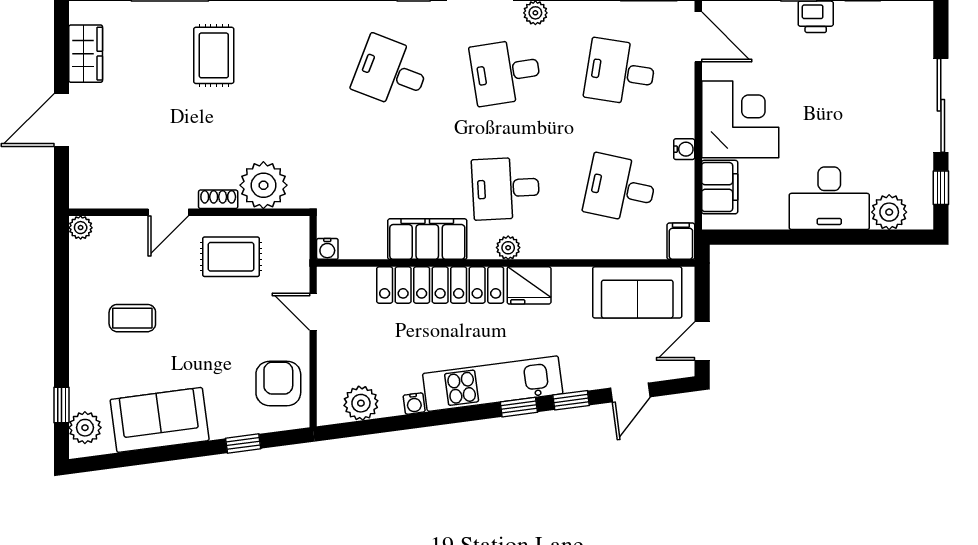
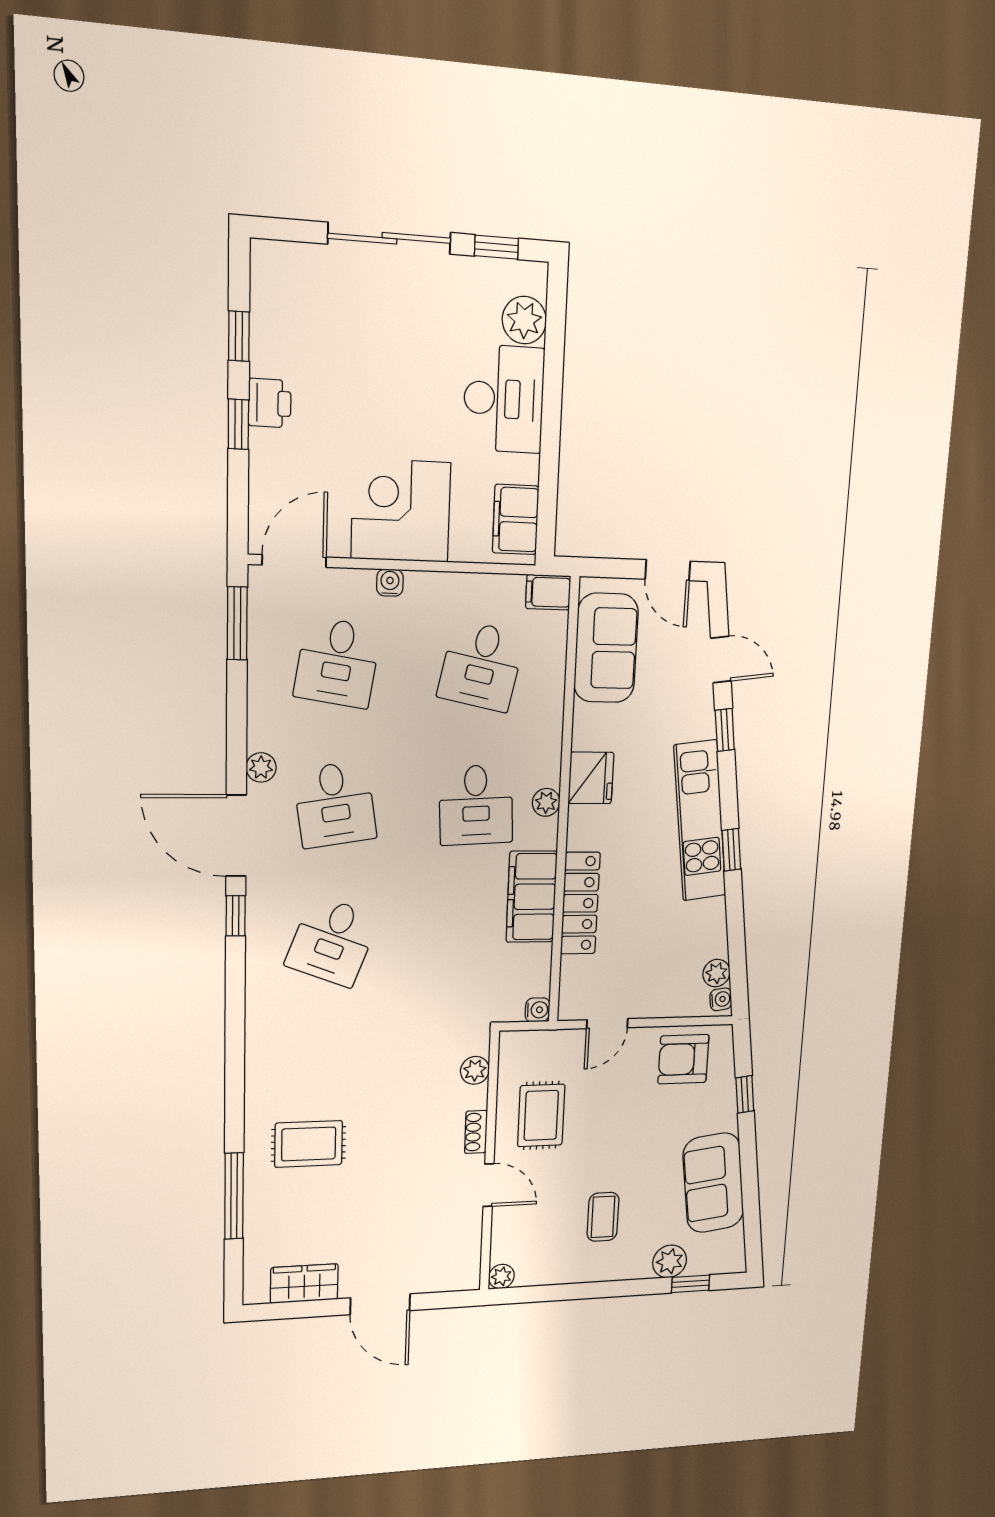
water cooler: (684, 149) -> (390, 583), moved
plant: (263, 185) -> (475, 1070), width x0.53, depth x0.53
filing cabinet: (720, 187) -> (516, 519), moved, turned -90
locker: (440, 285) -> (580, 903), width x0.71, depth x0.83
plant: (361, 403) -> (716, 973), width x0.73, depth x0.73
water cooler: (414, 404) -> (721, 999), moved
window: (519, 407) -> (731, 850), moved
plant: (85, 428) -> (670, 1261), moved

